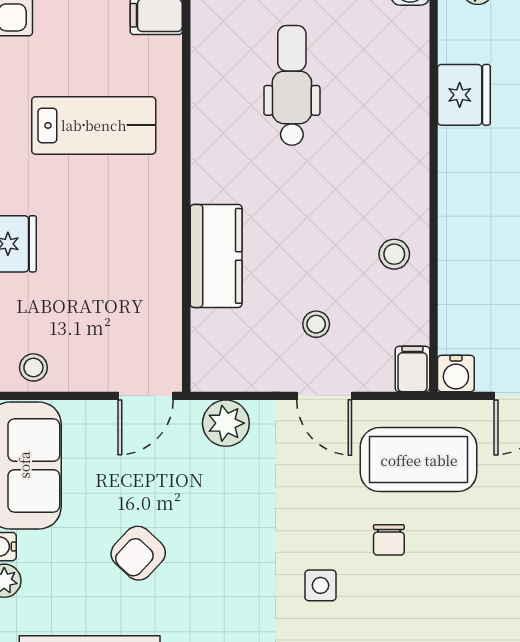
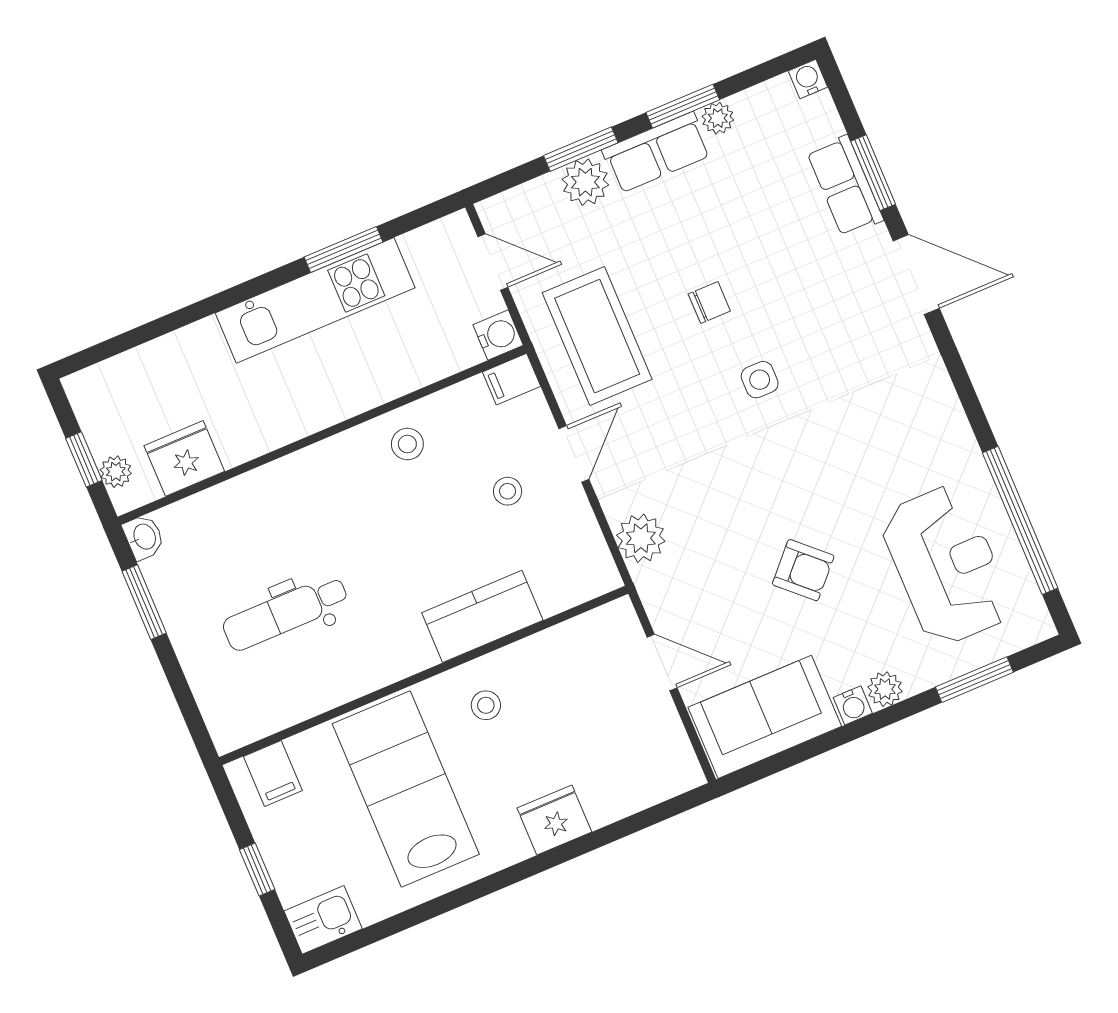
fridge: (464, 95) -> (184, 458), moved
lab bench: (94, 125) -> (406, 789), width x1.36, depth x1.39
stool: (33, 367) -> (486, 705), moved
door: (146, 396) -> (662, 663), moved
chair: (389, 540) -> (709, 302), moved

